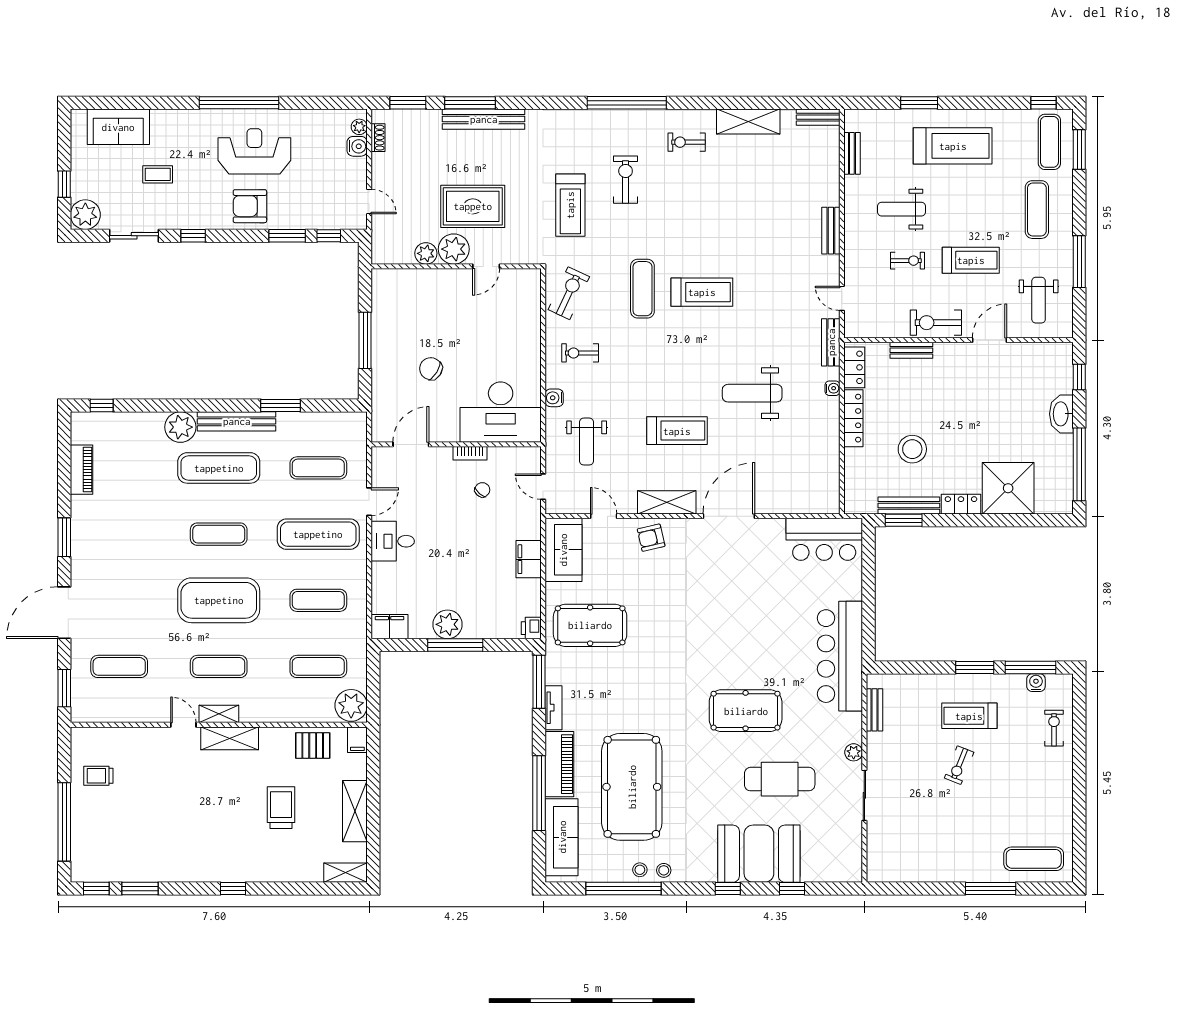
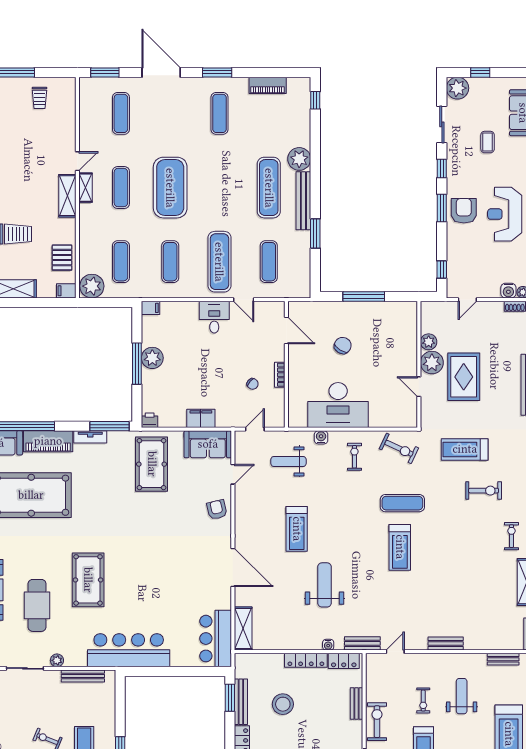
reception desk: (254, 151) -> (505, 214), turned 180
window: (287, 236) -> (442, 208), moved
desk: (501, 412) -> (338, 405), moved, turned -90
shelving: (667, 502) -> (243, 628), moved
exercise mat: (219, 534) -> (219, 113), moved
filing cabinet: (390, 627) -> (151, 308), width x0.50
bench: (875, 710) -> (83, 676), width x1.36
trolley: (98, 776) -> (40, 98), turned 180

